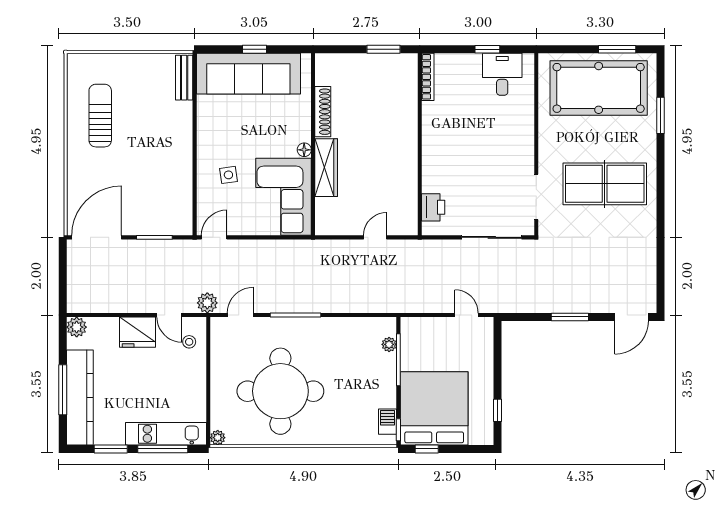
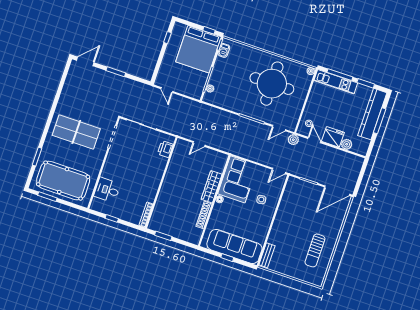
desk: (502, 74) -> (107, 190), moved, turned 90
plant: (77, 327) -> (347, 144), moved

